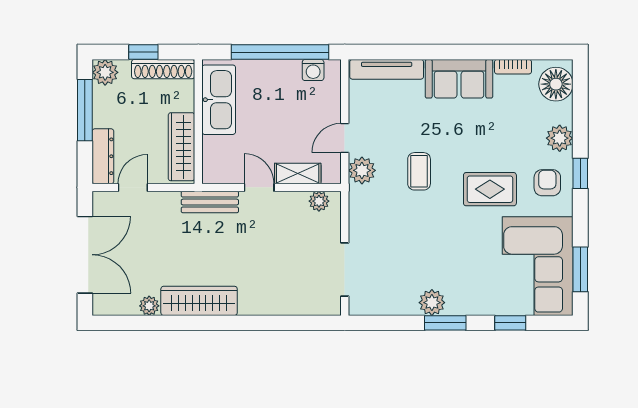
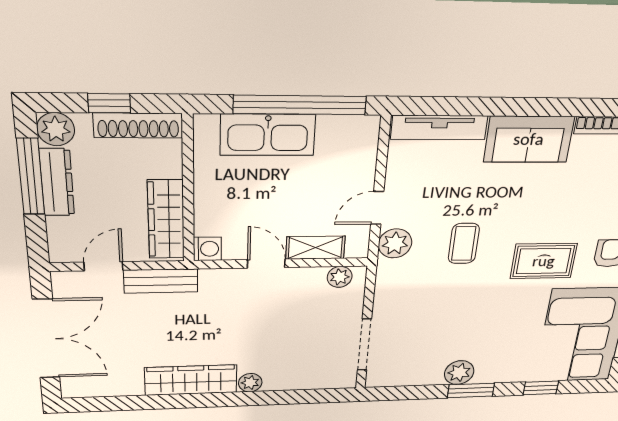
washing machine: (313, 70) -> (207, 249), moved, turned -90
kitchen sink: (219, 100) -> (268, 135), moved, turned 90
dresser: (103, 156) -> (57, 182), moved
bench: (210, 202) -> (161, 281), moved
plant: (149, 306) -> (250, 383), moved

